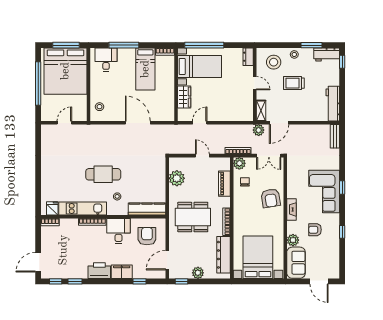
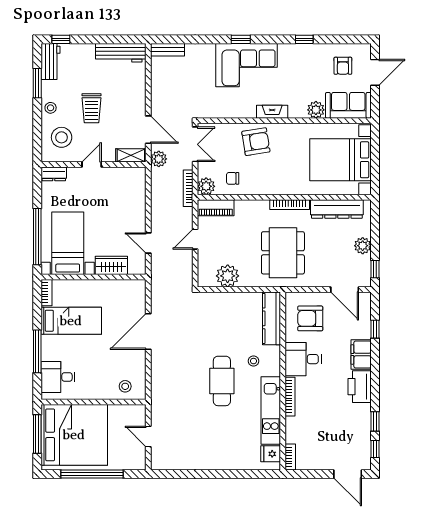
piano: (224, 184) -> (216, 208), moved
armchair: (315, 230) -> (343, 66), moved

